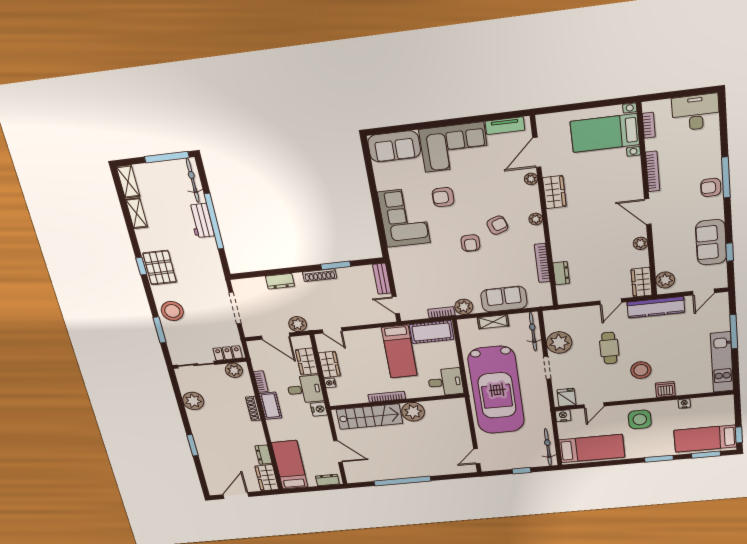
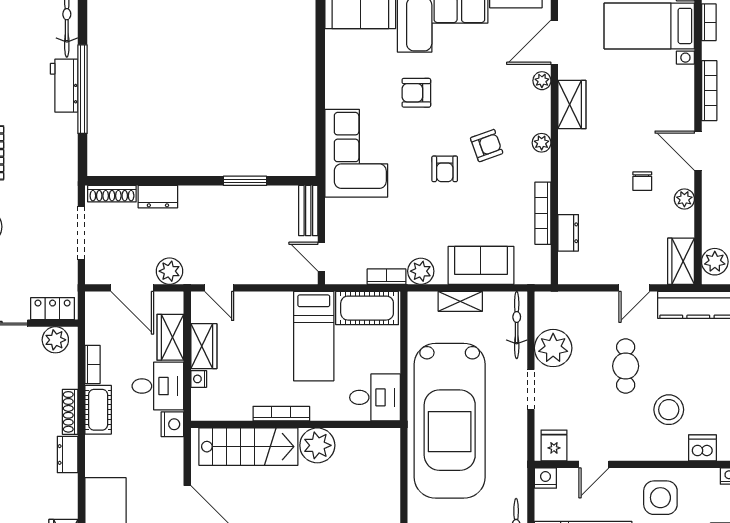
corner sofa: (404, 217) -> (356, 153), moved
chair: (610, 235) -> (642, 181), added
shoe rack: (320, 275) -> (112, 194), moved
dresser: (263, 455) -> (68, 454), moved

